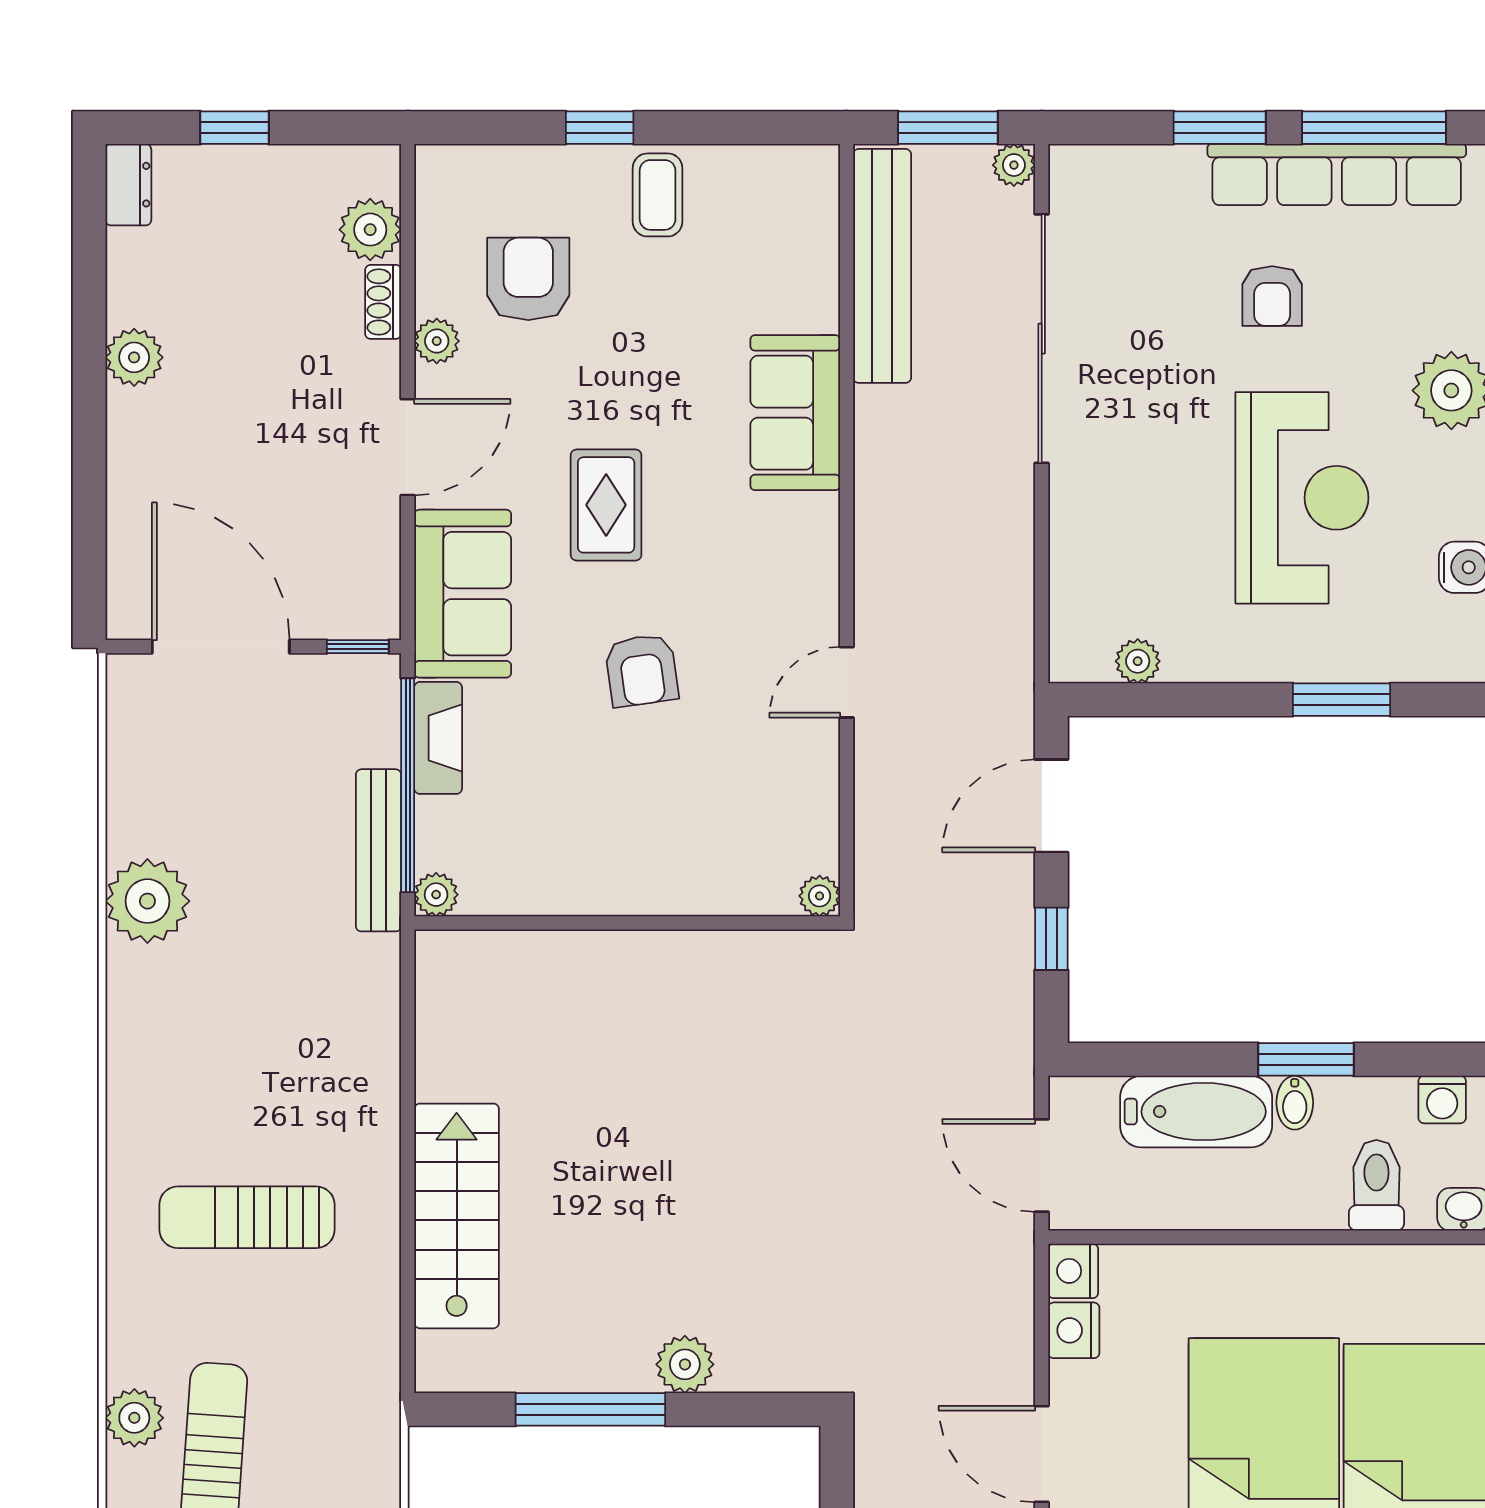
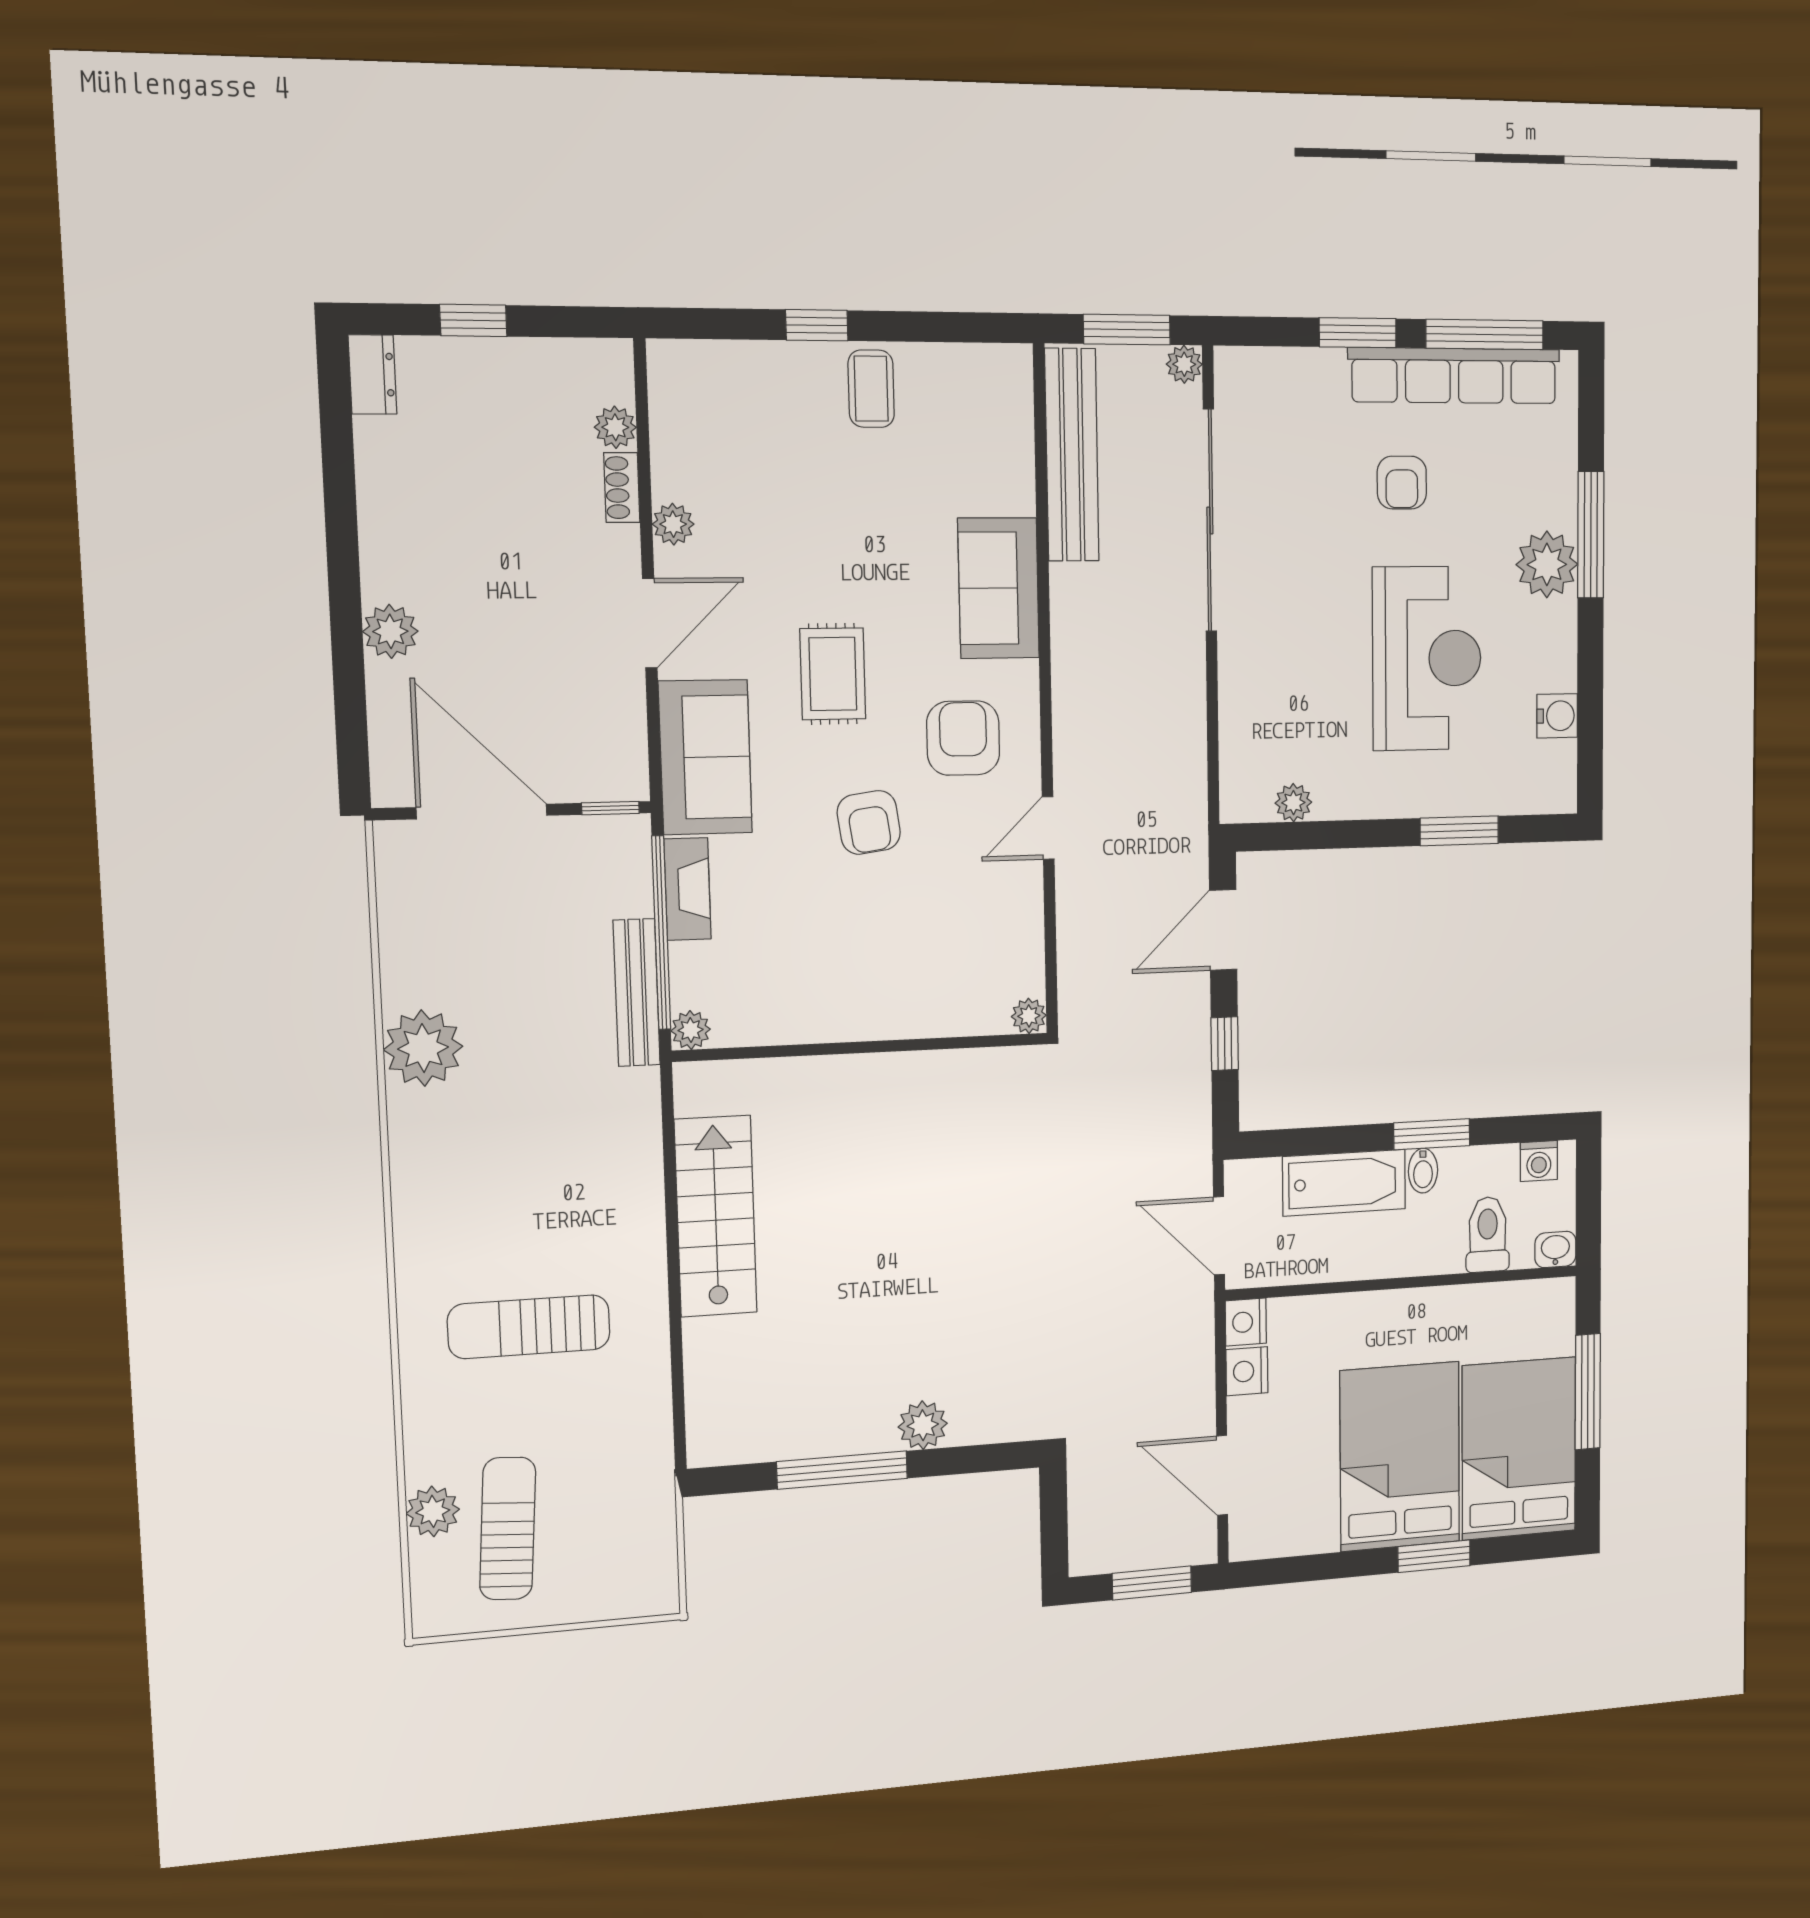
plant: (370, 230) -> (615, 427), width x0.73, depth x0.73
armchair: (528, 279) -> (963, 738), moved
plant: (134, 357) -> (390, 631), moved
stairs: (457, 1216) -> (716, 1216), moved

